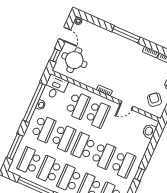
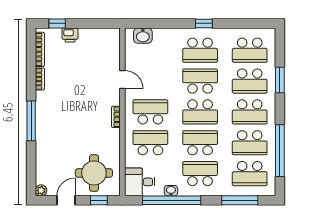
armchair: (155, 100) -> (99, 47), removed
school desk: (123, 164) -> (200, 50), turned 180

